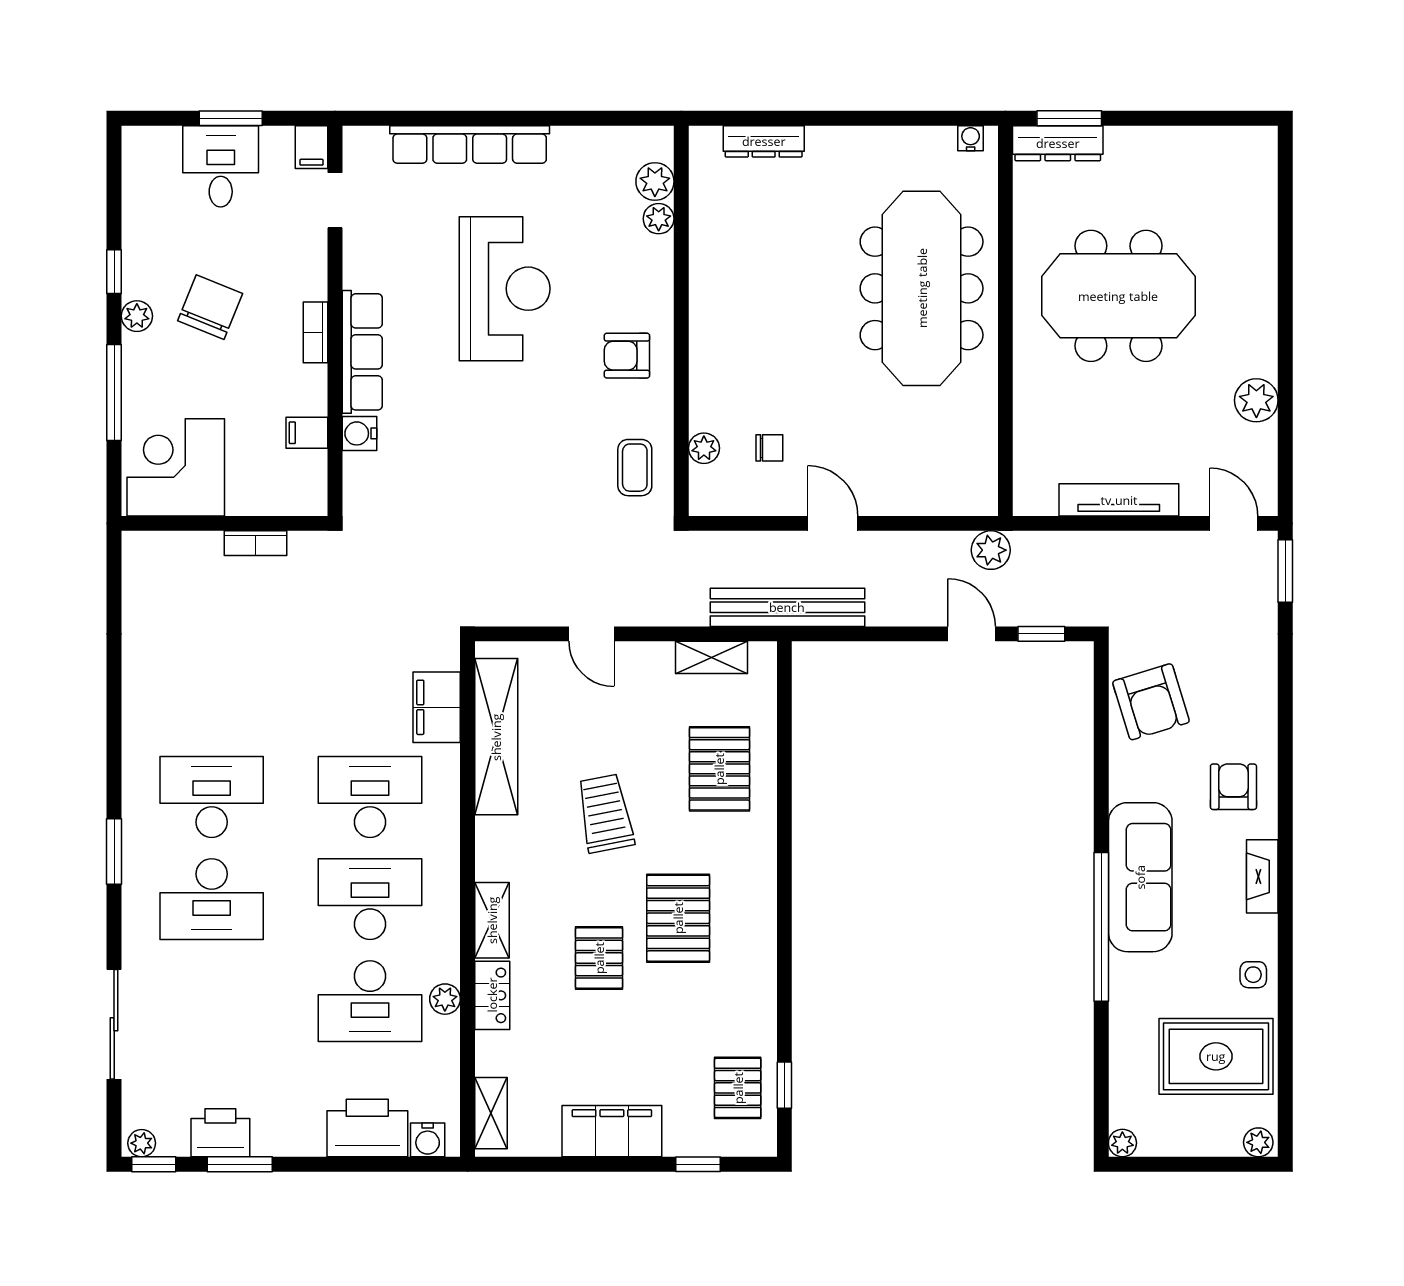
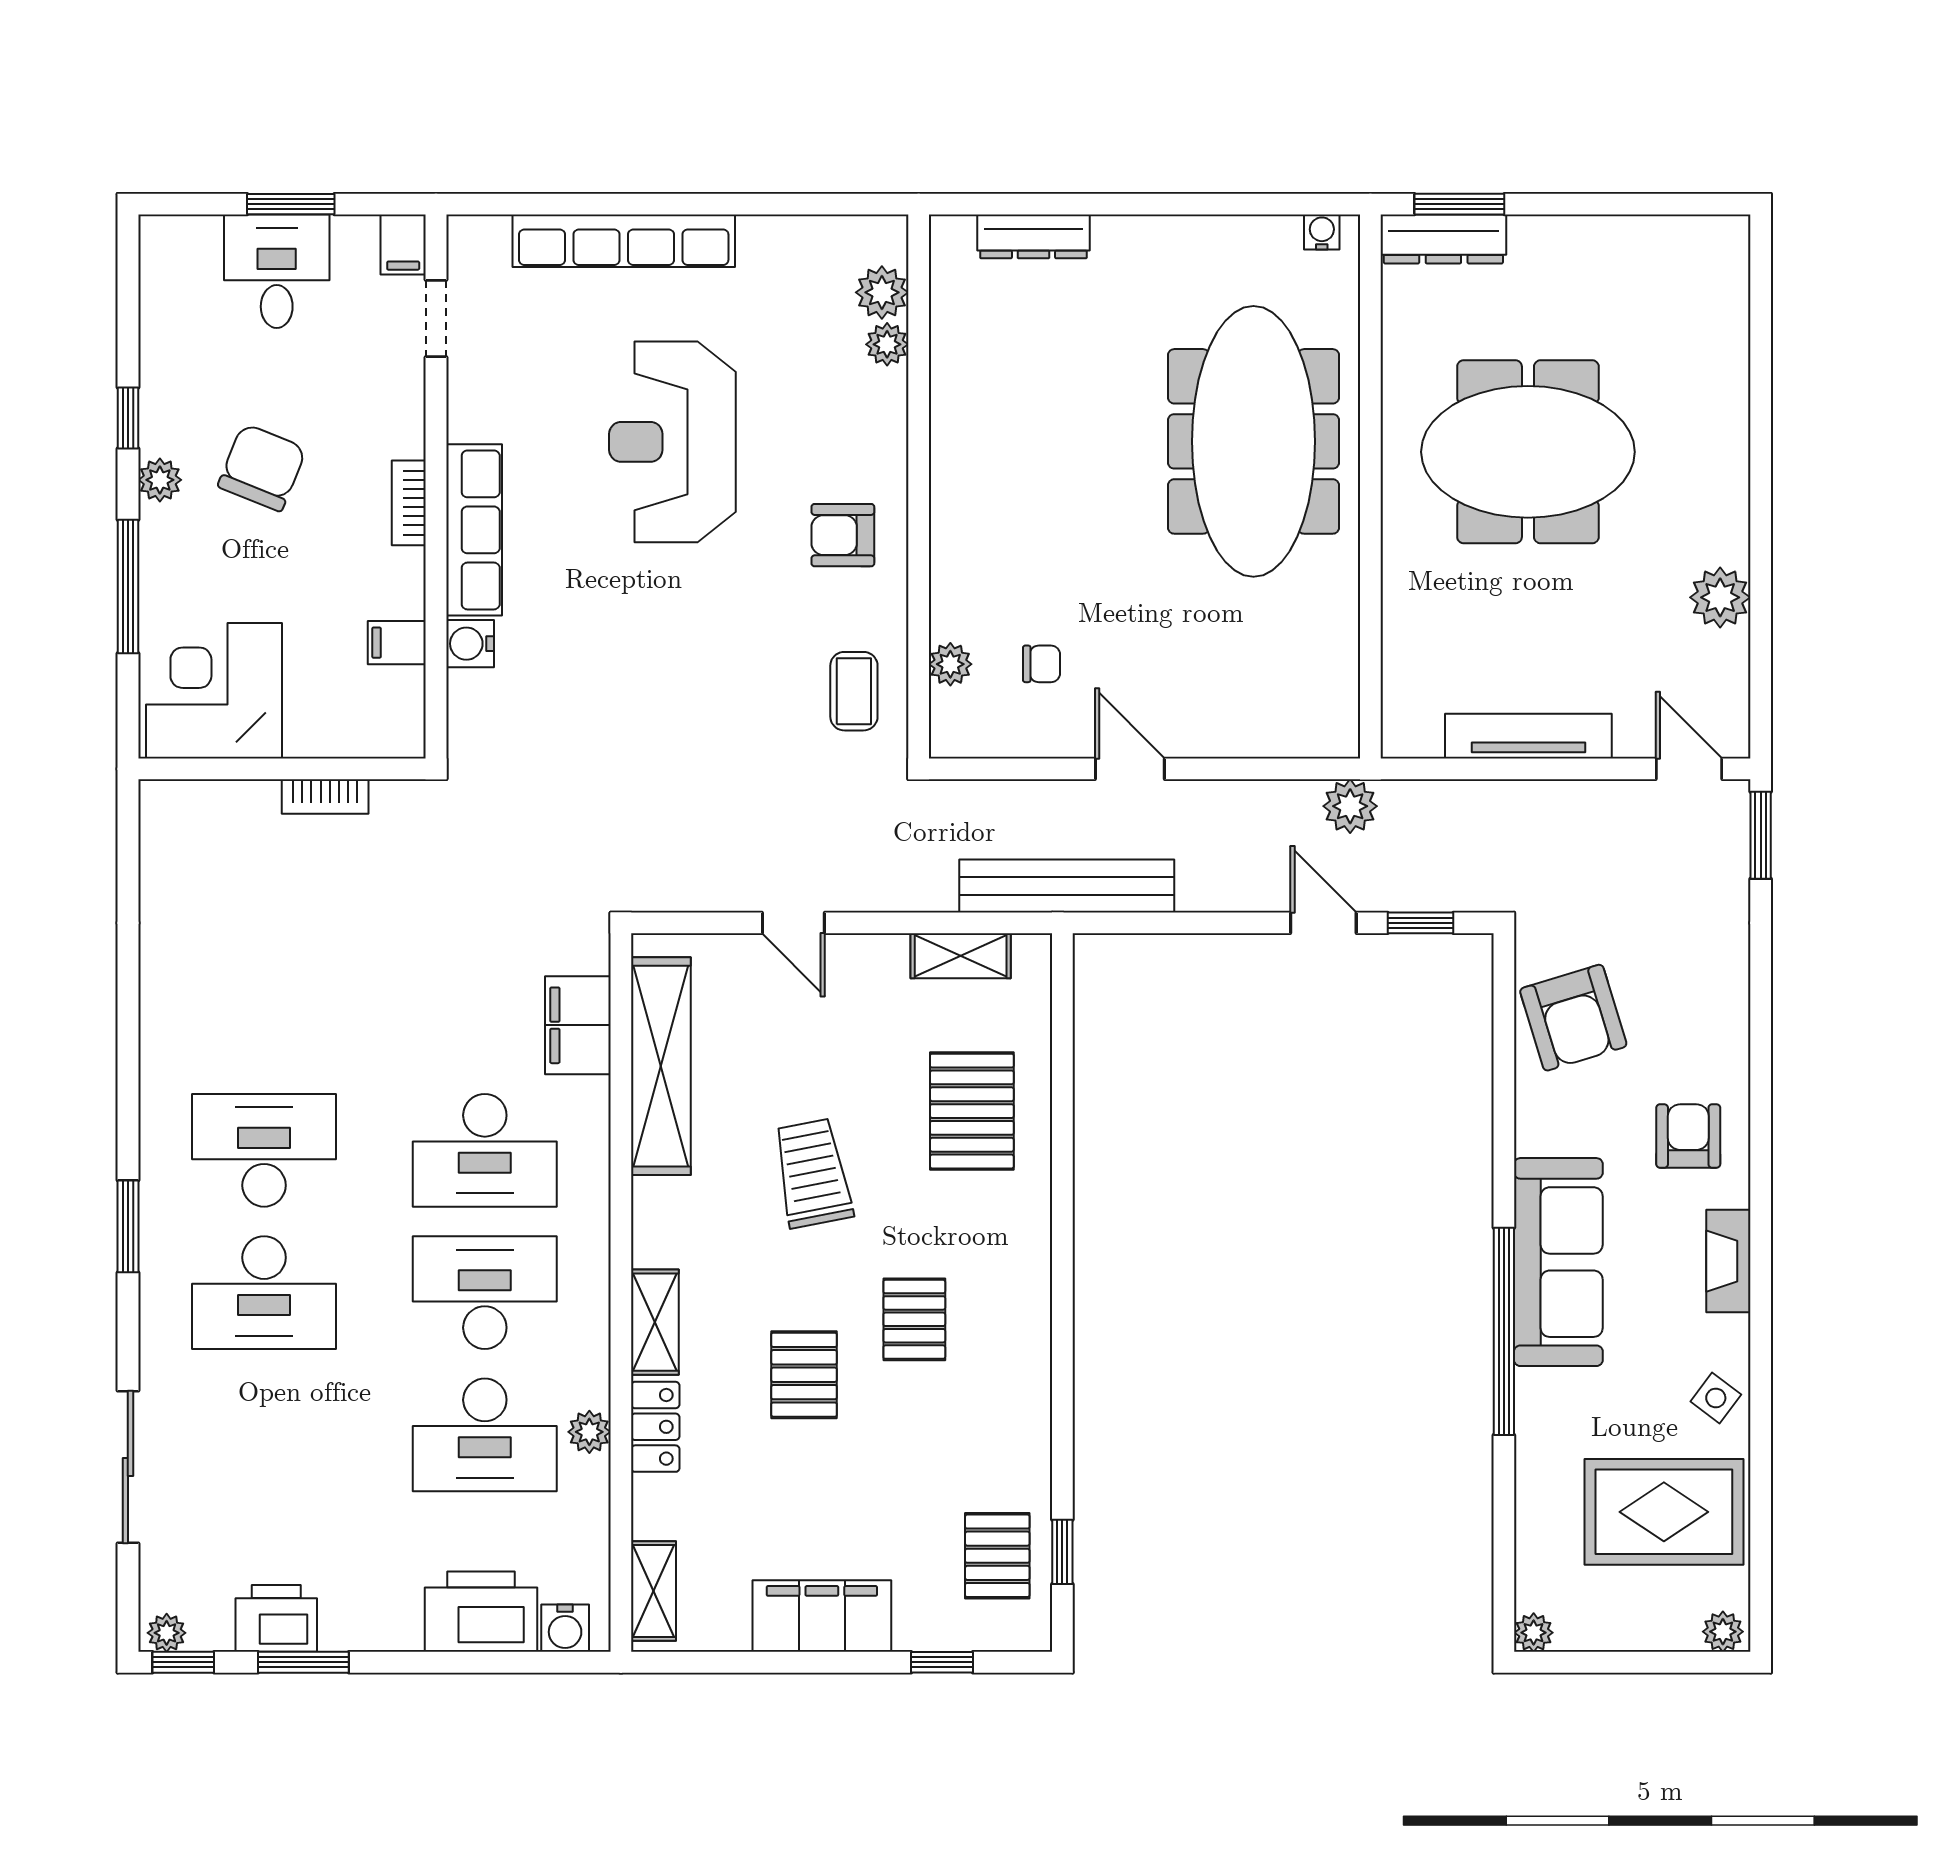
reception desk: (505, 289) -> (672, 442), turned 180
desk: (370, 797) -> (485, 1150), turned 180
pallet: (678, 918) -> (914, 1319), width x0.67, depth x0.71
side table: (1253, 975) -> (1716, 1398), turned 37

